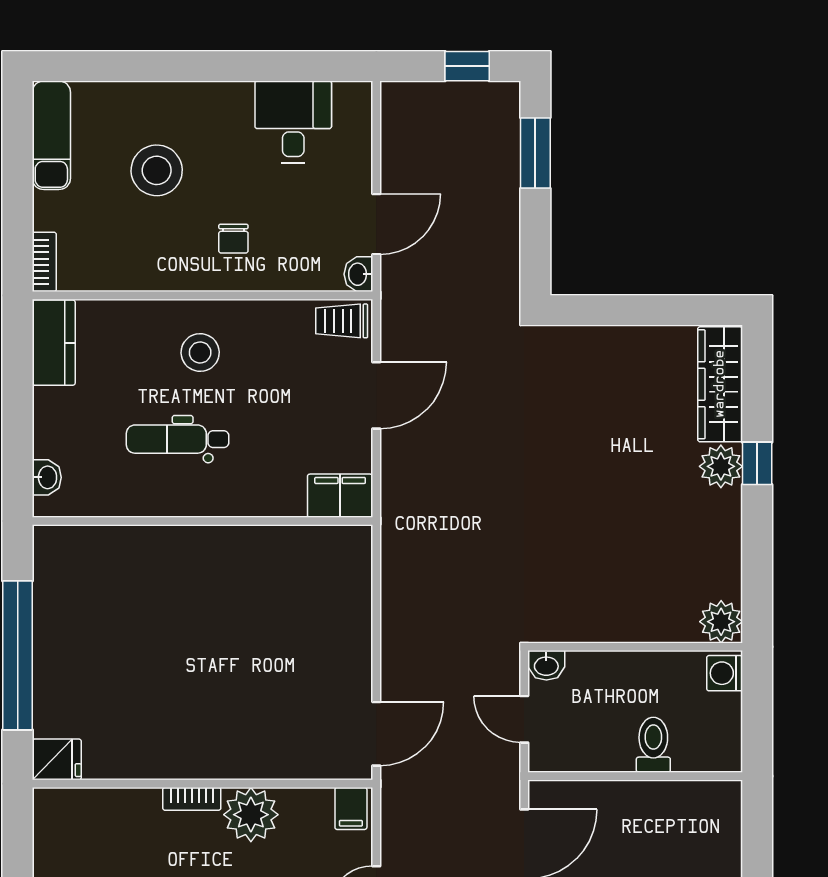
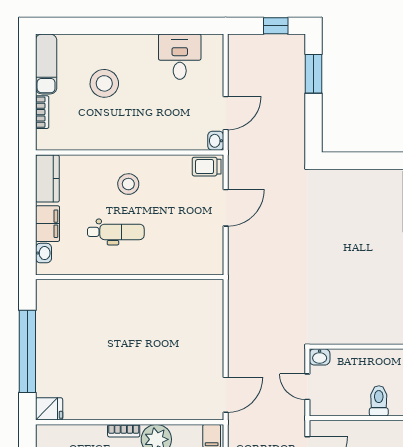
chair: (233, 239) -> (147, 121), removed
bookcase: (44, 262) -> (42, 112), moved
dental chair: (177, 439) -> (116, 232), turned 180
filing cabinet: (340, 496) -> (48, 224), moved, turned 90

